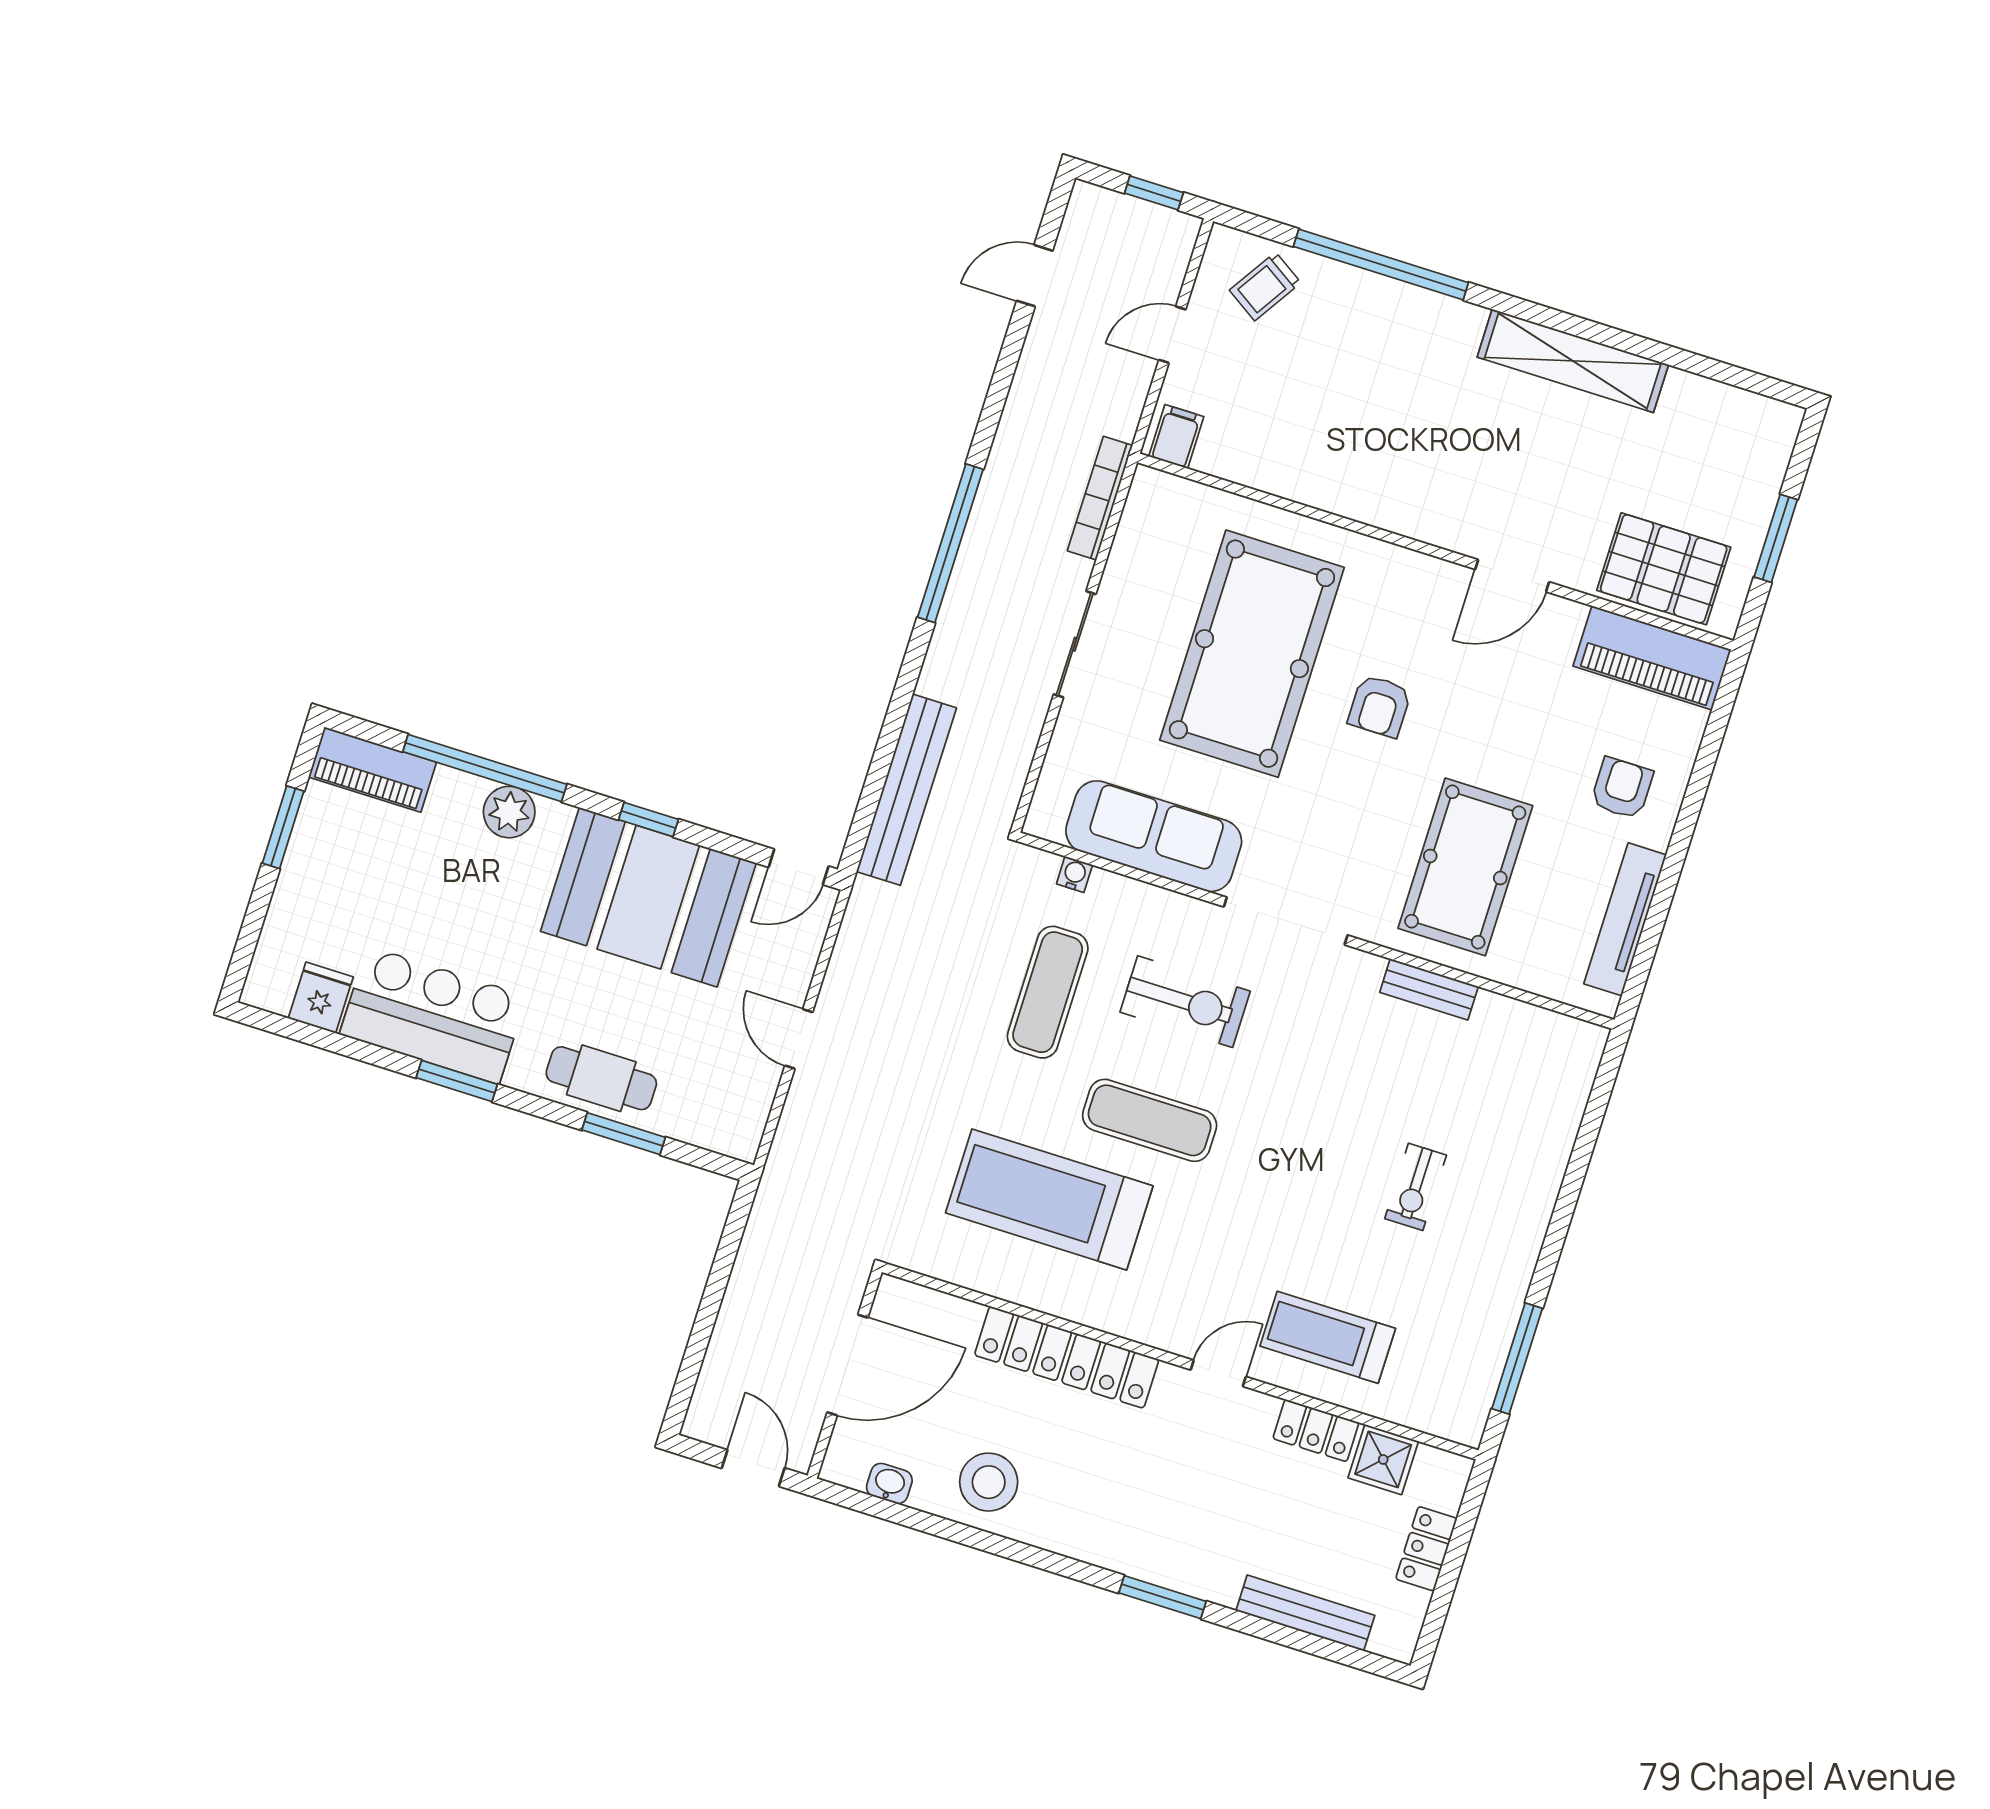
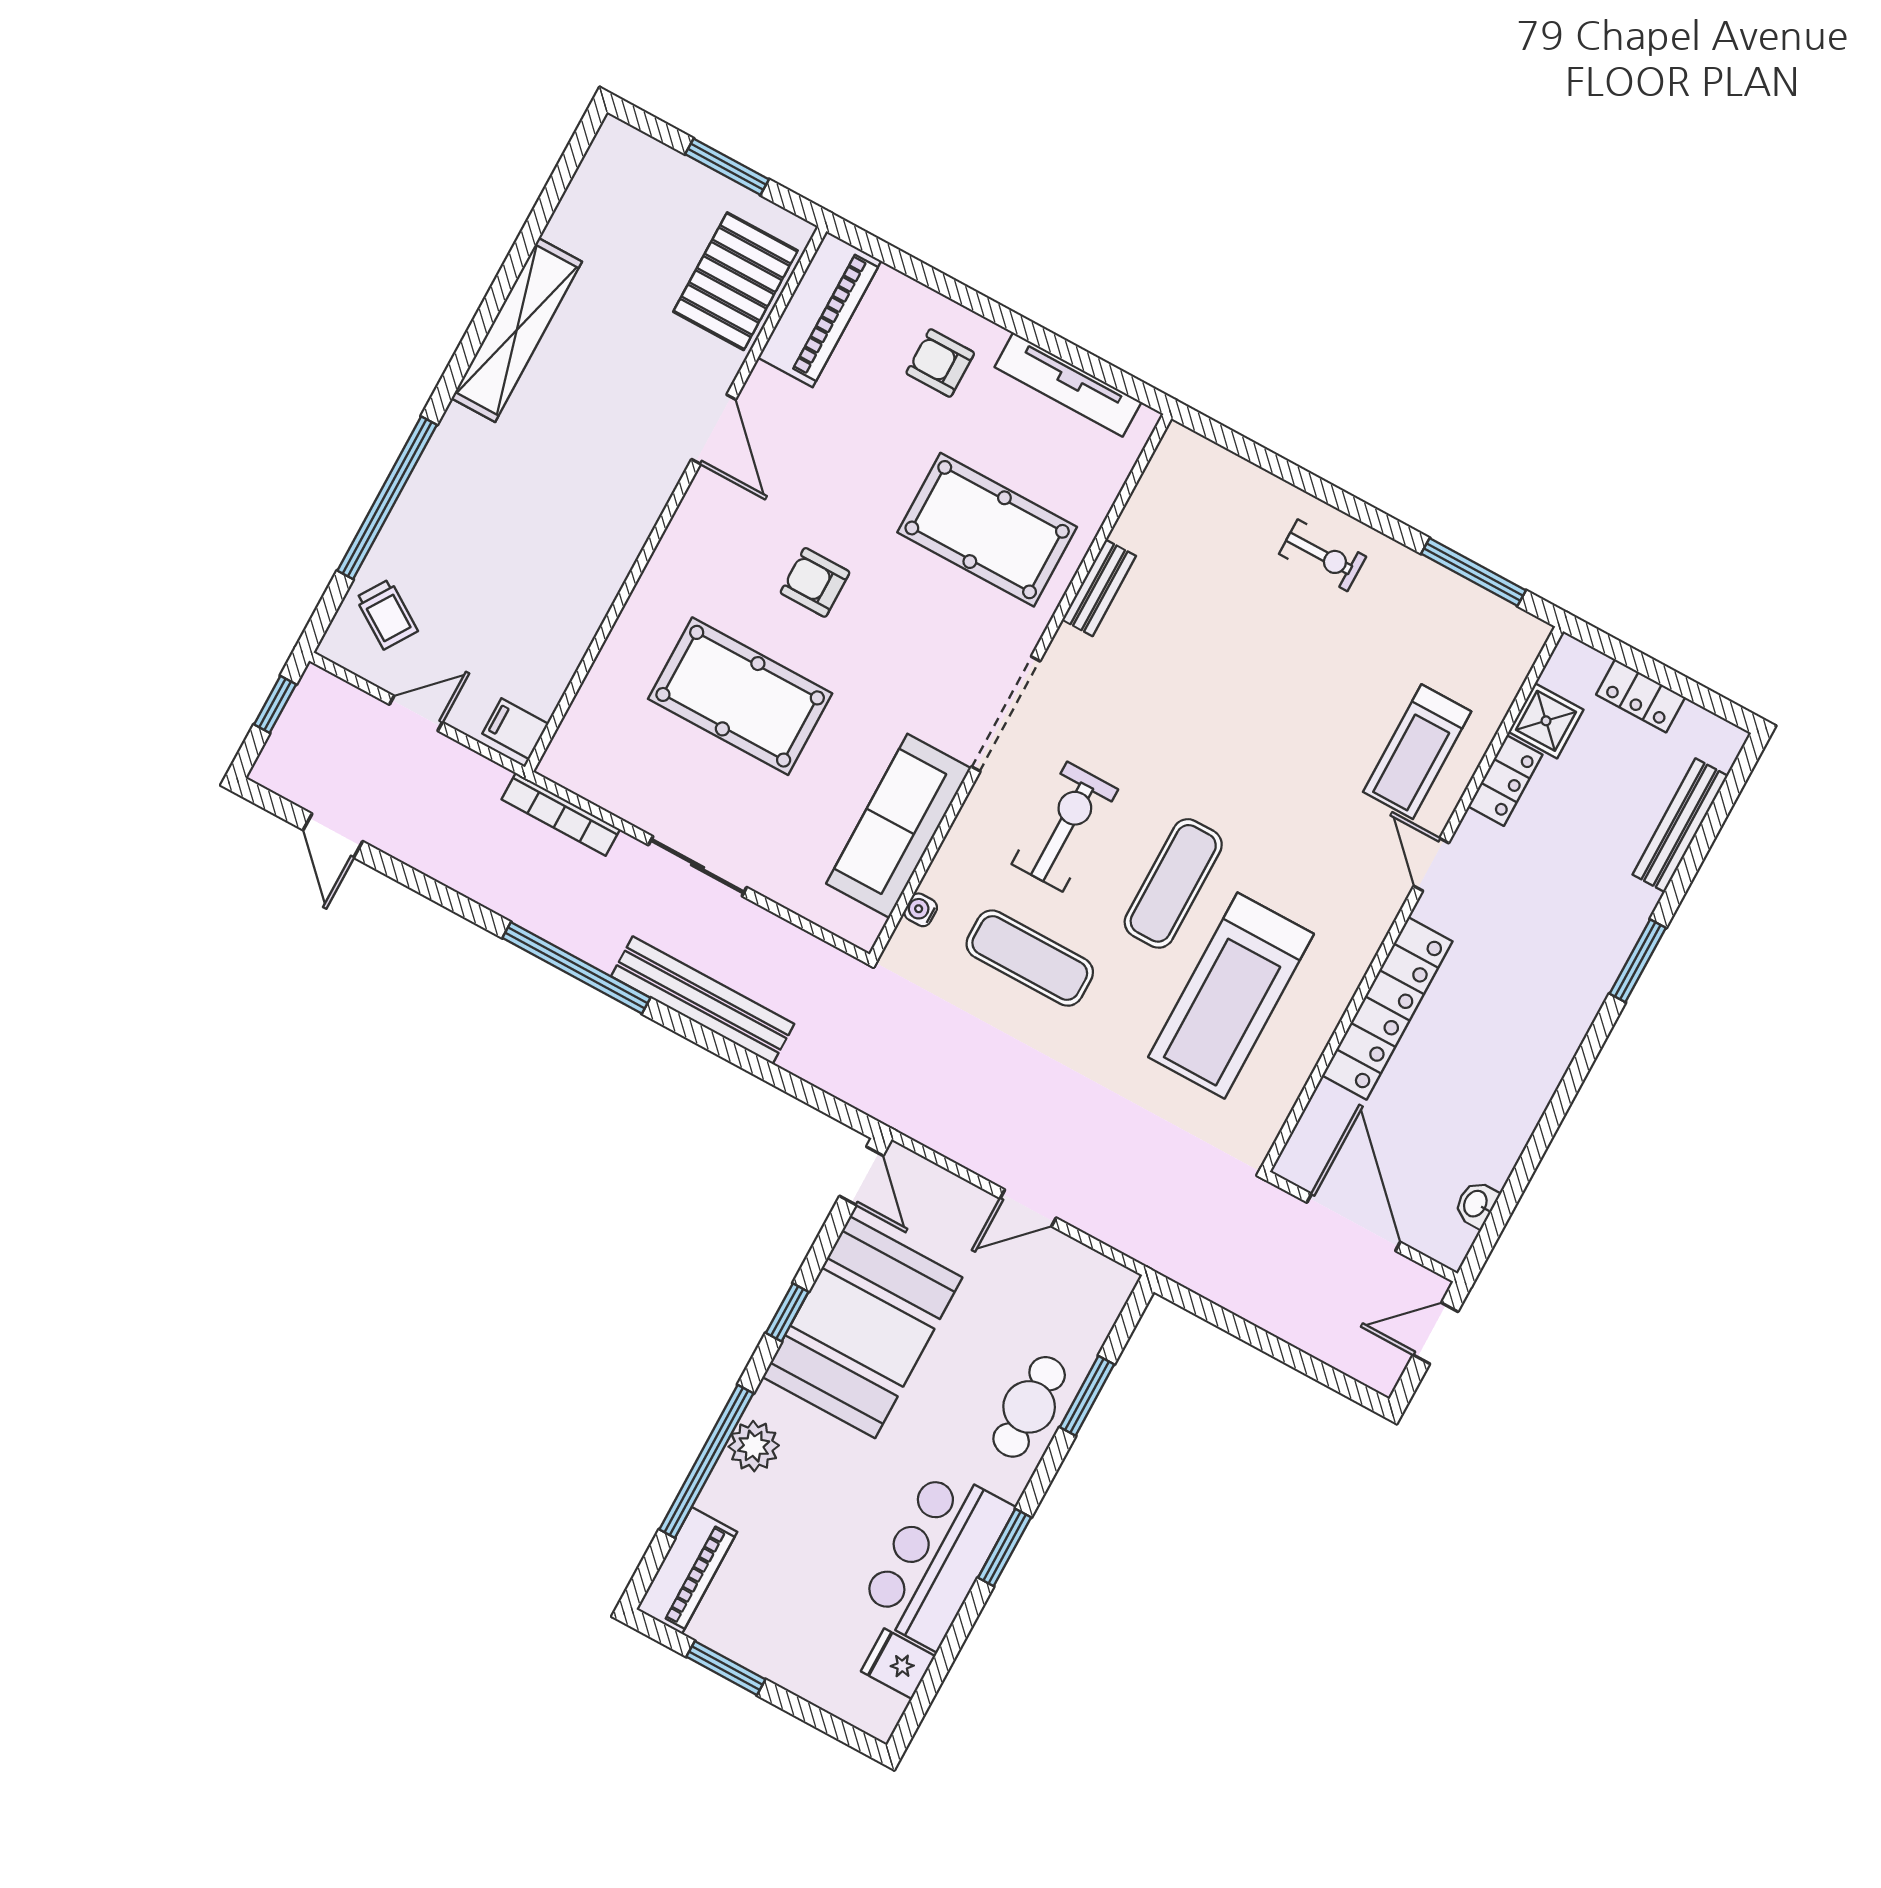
door: (1172, 335) -> (416, 713), swing flipped
pool table: (1252, 654) -> (740, 696), width x0.73, depth x0.76
armchair: (1380, 706) -> (815, 582), turned 180
bench: (906, 790) -> (703, 1000), moved
exercise bike: (1416, 1187) -> (1323, 555), moved
stool: (989, 1482) -> (1494, 1108), removed

